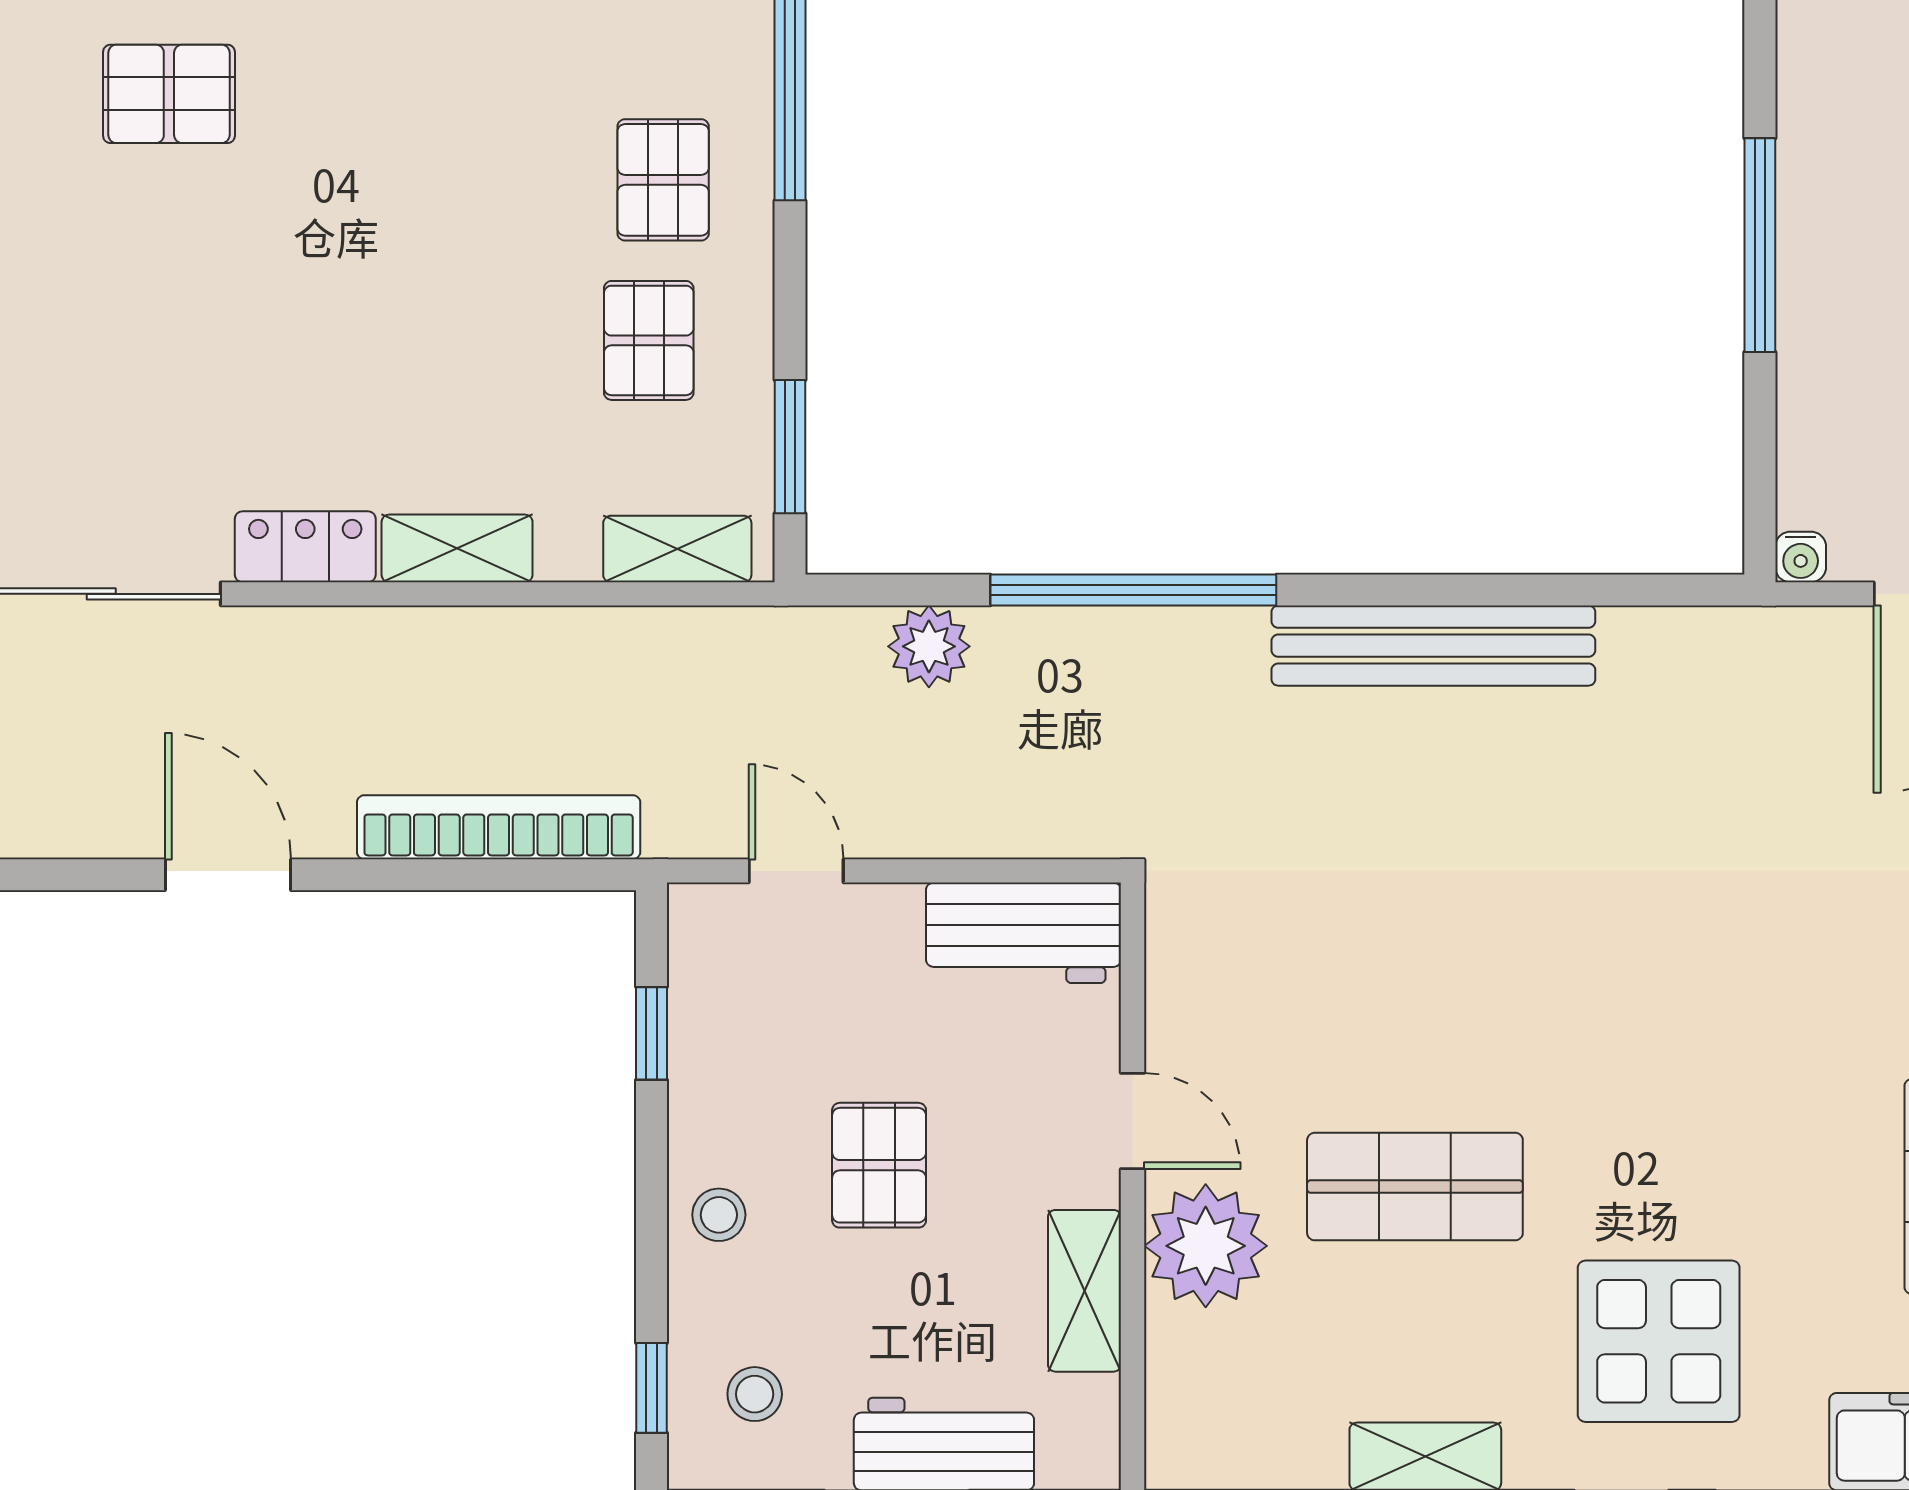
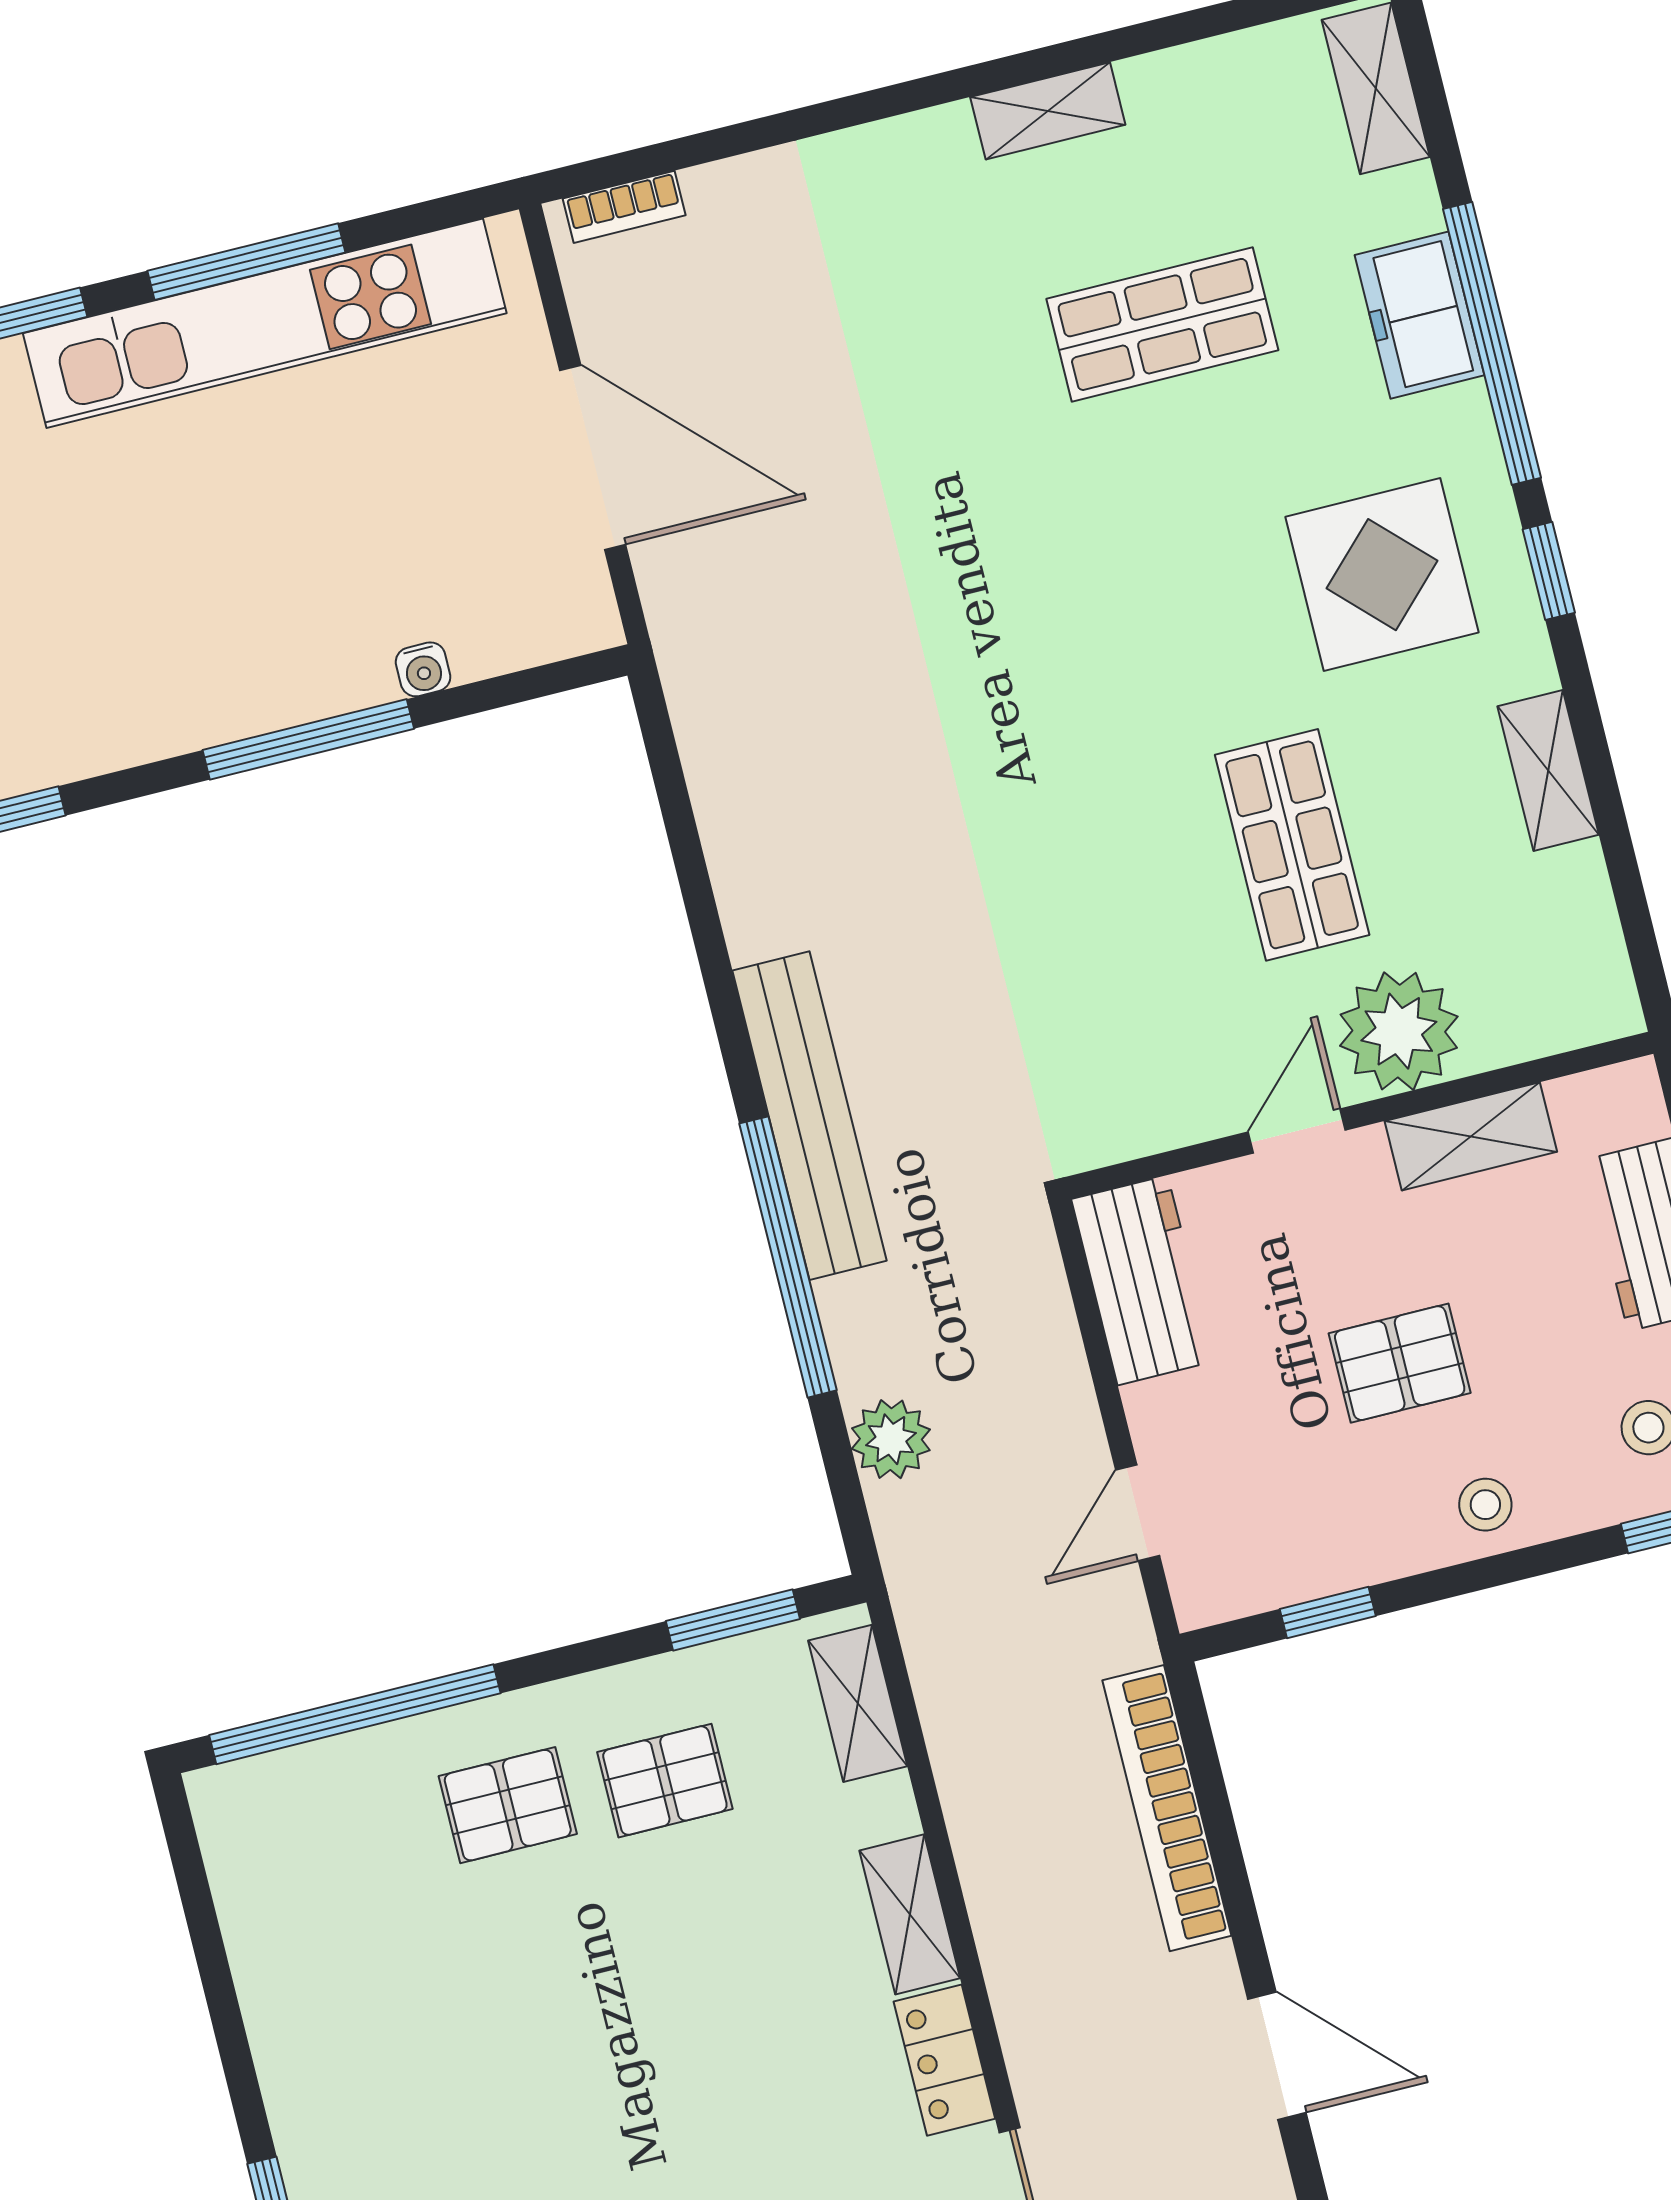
water cooler: (1801, 557) -> (423, 669), moved, turned 90
bench: (1433, 646) -> (809, 1116), moved
door: (228, 875) -> (1277, 2056), swing flipped

